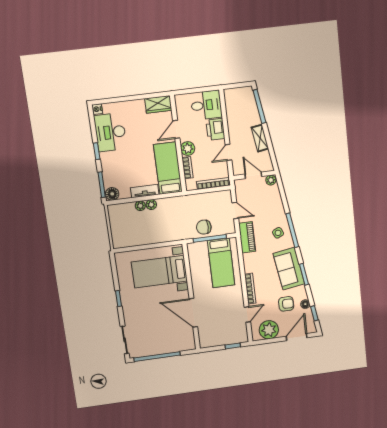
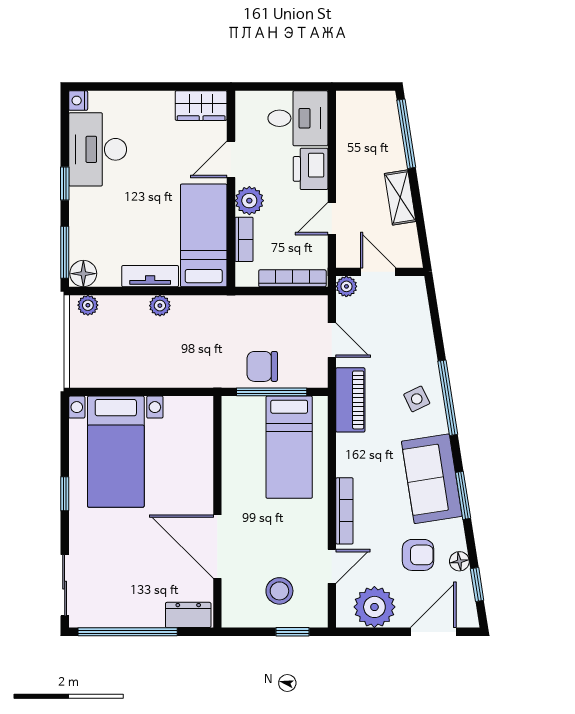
plant: (271, 180) -> (346, 286), moved
plant: (140, 206) -> (88, 305), moved
bed with nightstands: (159, 272) -> (116, 452), moved, turned -90
stool: (225, 329) -> (279, 591), added
dresser: (184, 345) -> (188, 615), added

